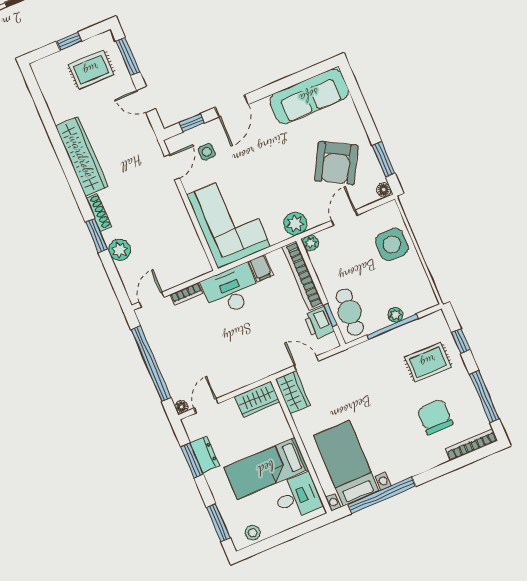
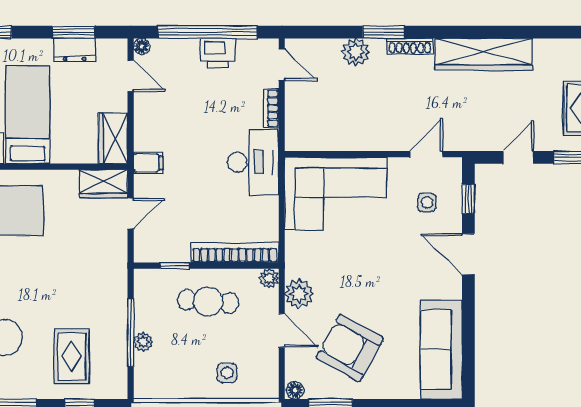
door: (172, 167) -> (426, 154), swing flipped
plant: (295, 224) -> (299, 294), moved
side table: (392, 244) -> (227, 373), width x0.54, depth x0.54
filing cabinet: (261, 268) -> (148, 163), moved, turned 180
cafe table: (350, 312) -> (208, 302), moved
printer: (319, 323) -> (218, 53), moved, turned 180

